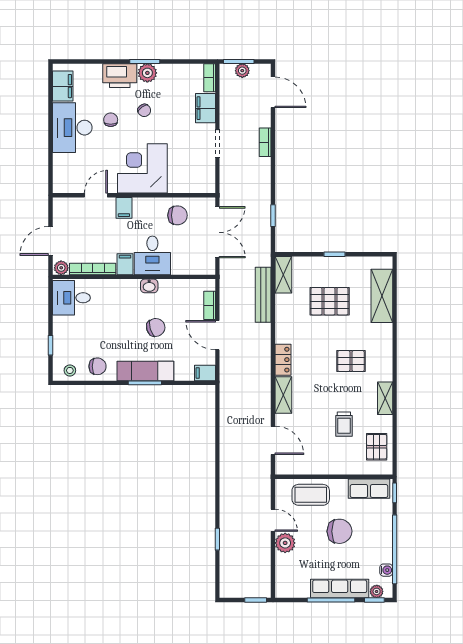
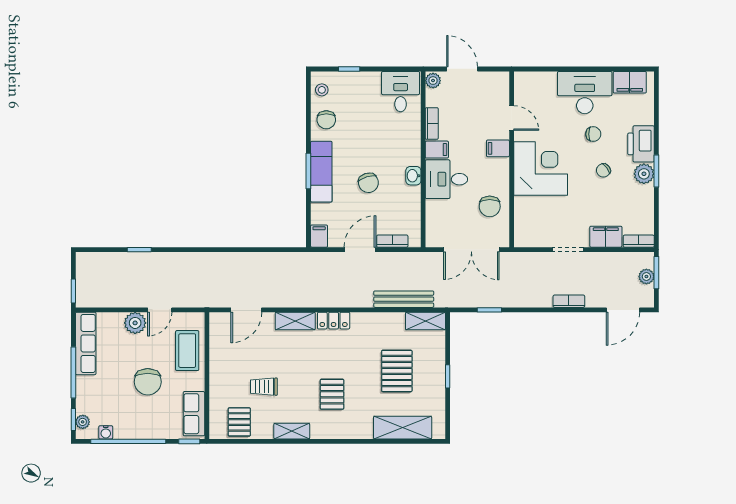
bookcase: (93, 269) -> (432, 124), width x0.64
pallet: (377, 447) -> (239, 422), turned 90
row of seats: (340, 589) -> (86, 343), moved

